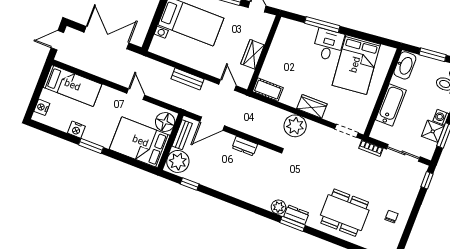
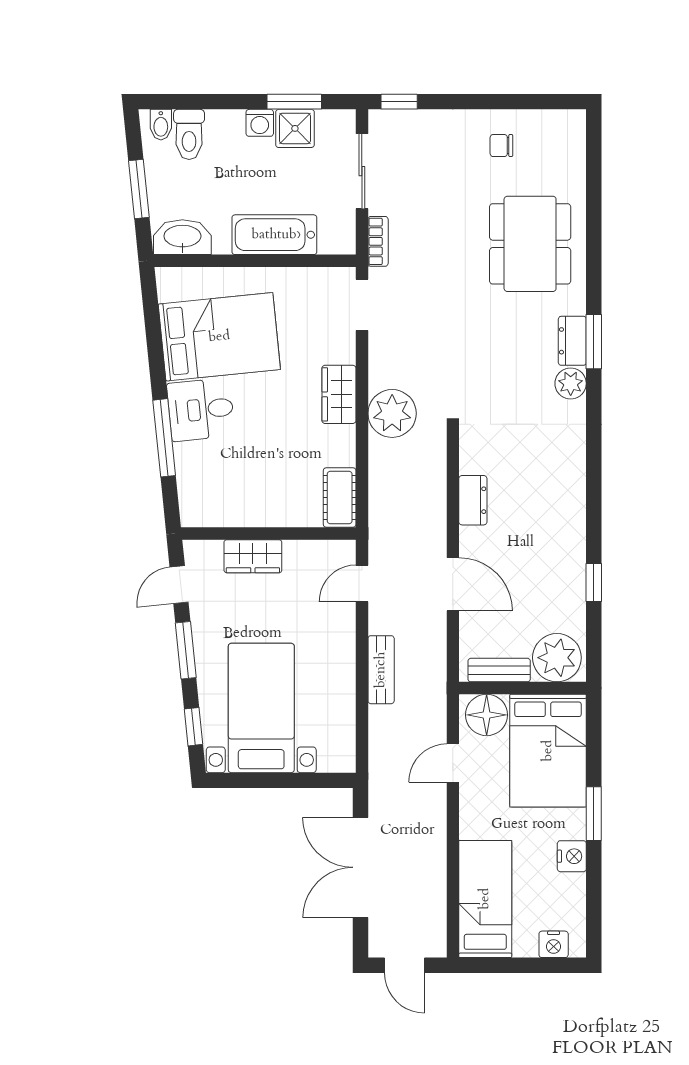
wardrobe: (253, 54) -> (253, 556), moved
floor lamp: (165, 122) -> (487, 715), moved
bench: (182, 135) -> (499, 670), moved
bed: (140, 142) -> (548, 751), moved
wall: (171, 142) -> (523, 688), moved
plant: (178, 161) -> (557, 658), moved

